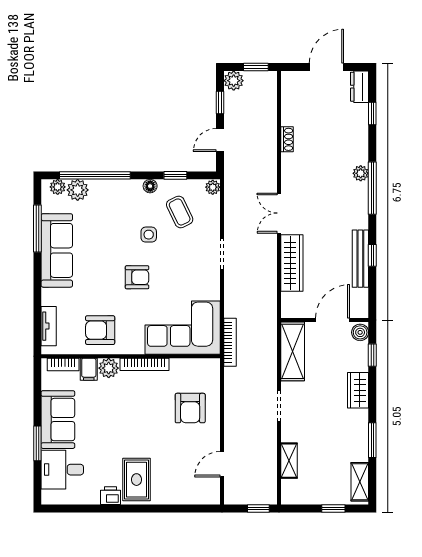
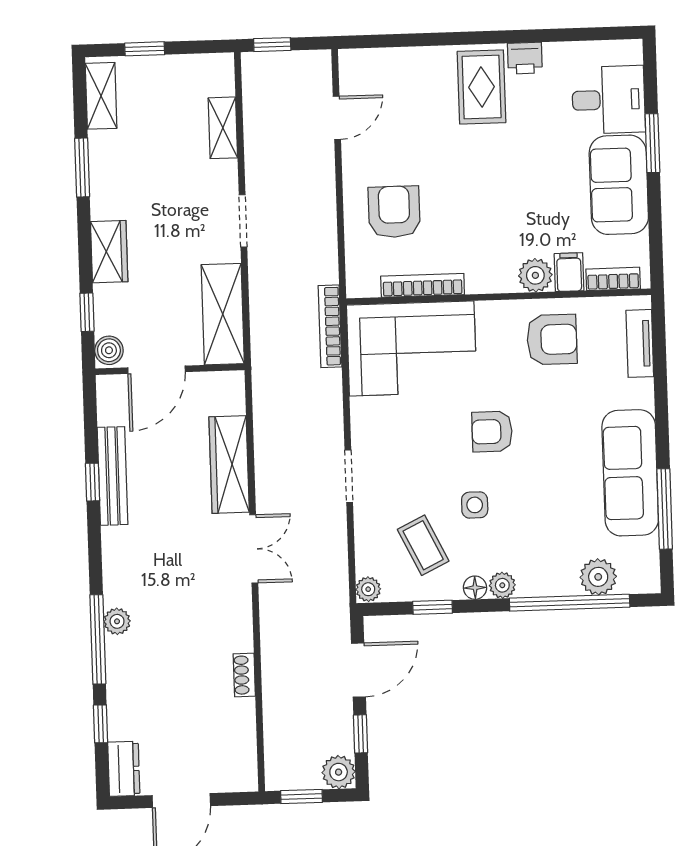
door: (220, 140) -> (358, 670), width x1.38
plant: (58, 187) -> (502, 585), moved
window: (372, 188) -> (98, 639), moved
bookcase: (144, 364) -> (423, 285), moved

